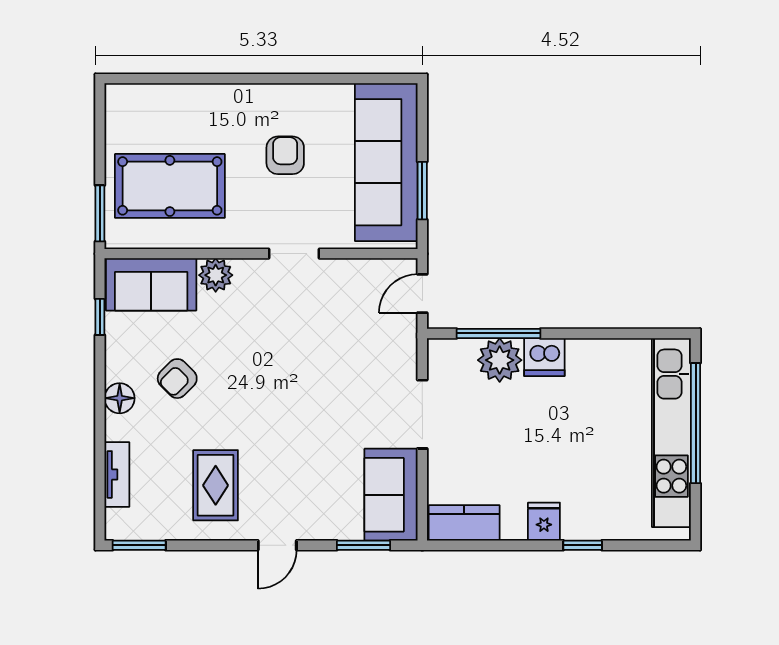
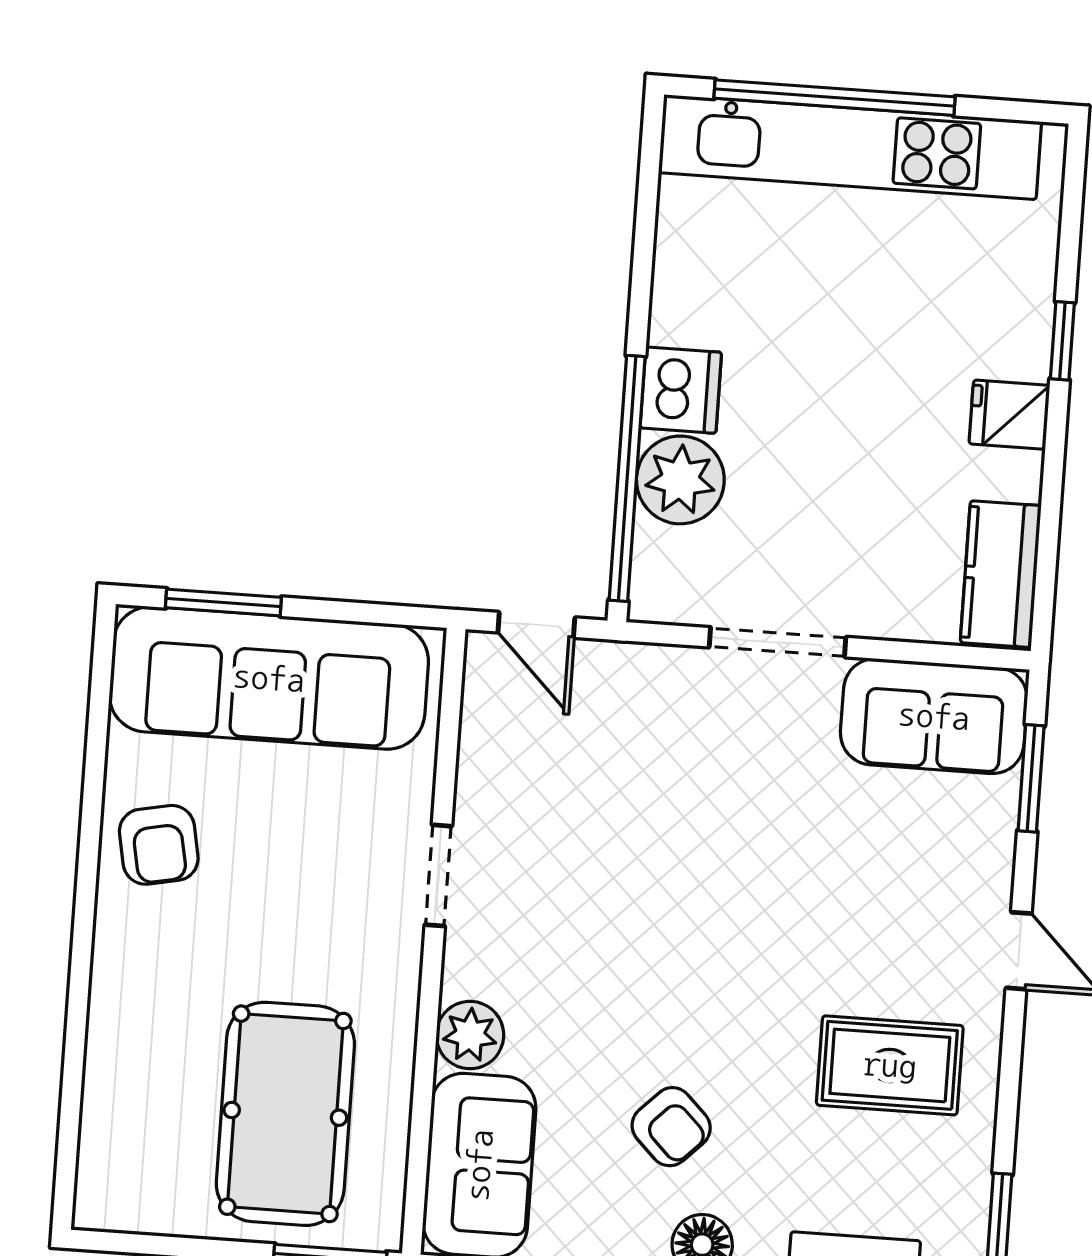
armchair: (285, 155) -> (159, 845), moved, turned -101
window: (422, 191) -> (223, 602), moved
window: (499, 333) -> (627, 478), width x1.46

